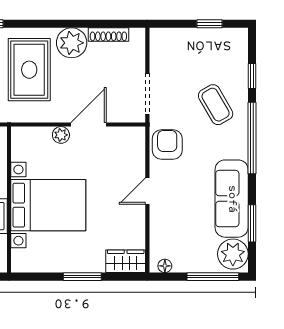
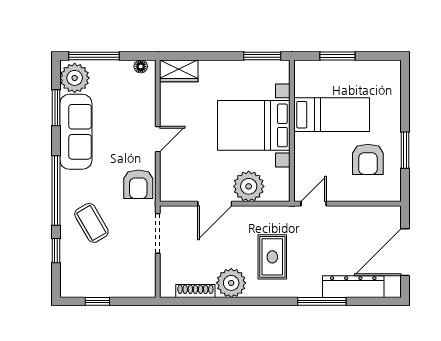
rug: (29, 70) -> (272, 257), width x0.73, depth x0.70
plant: (61, 135) -> (249, 186), width x1.88, depth x1.88
window: (82, 277) -> (262, 56), moved

